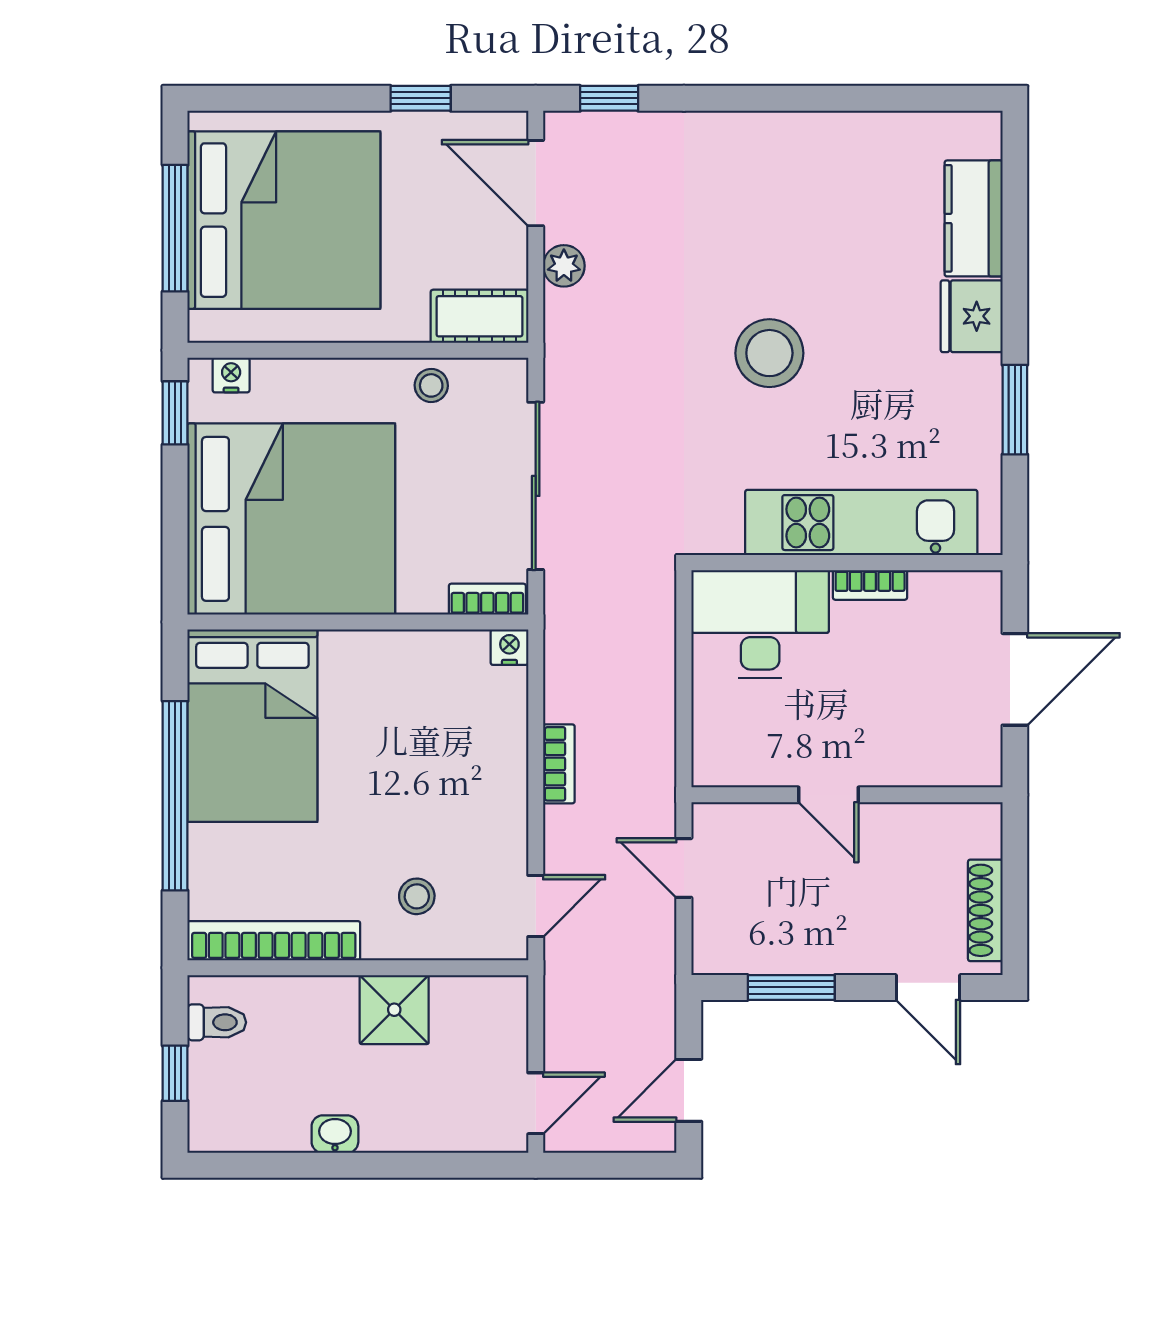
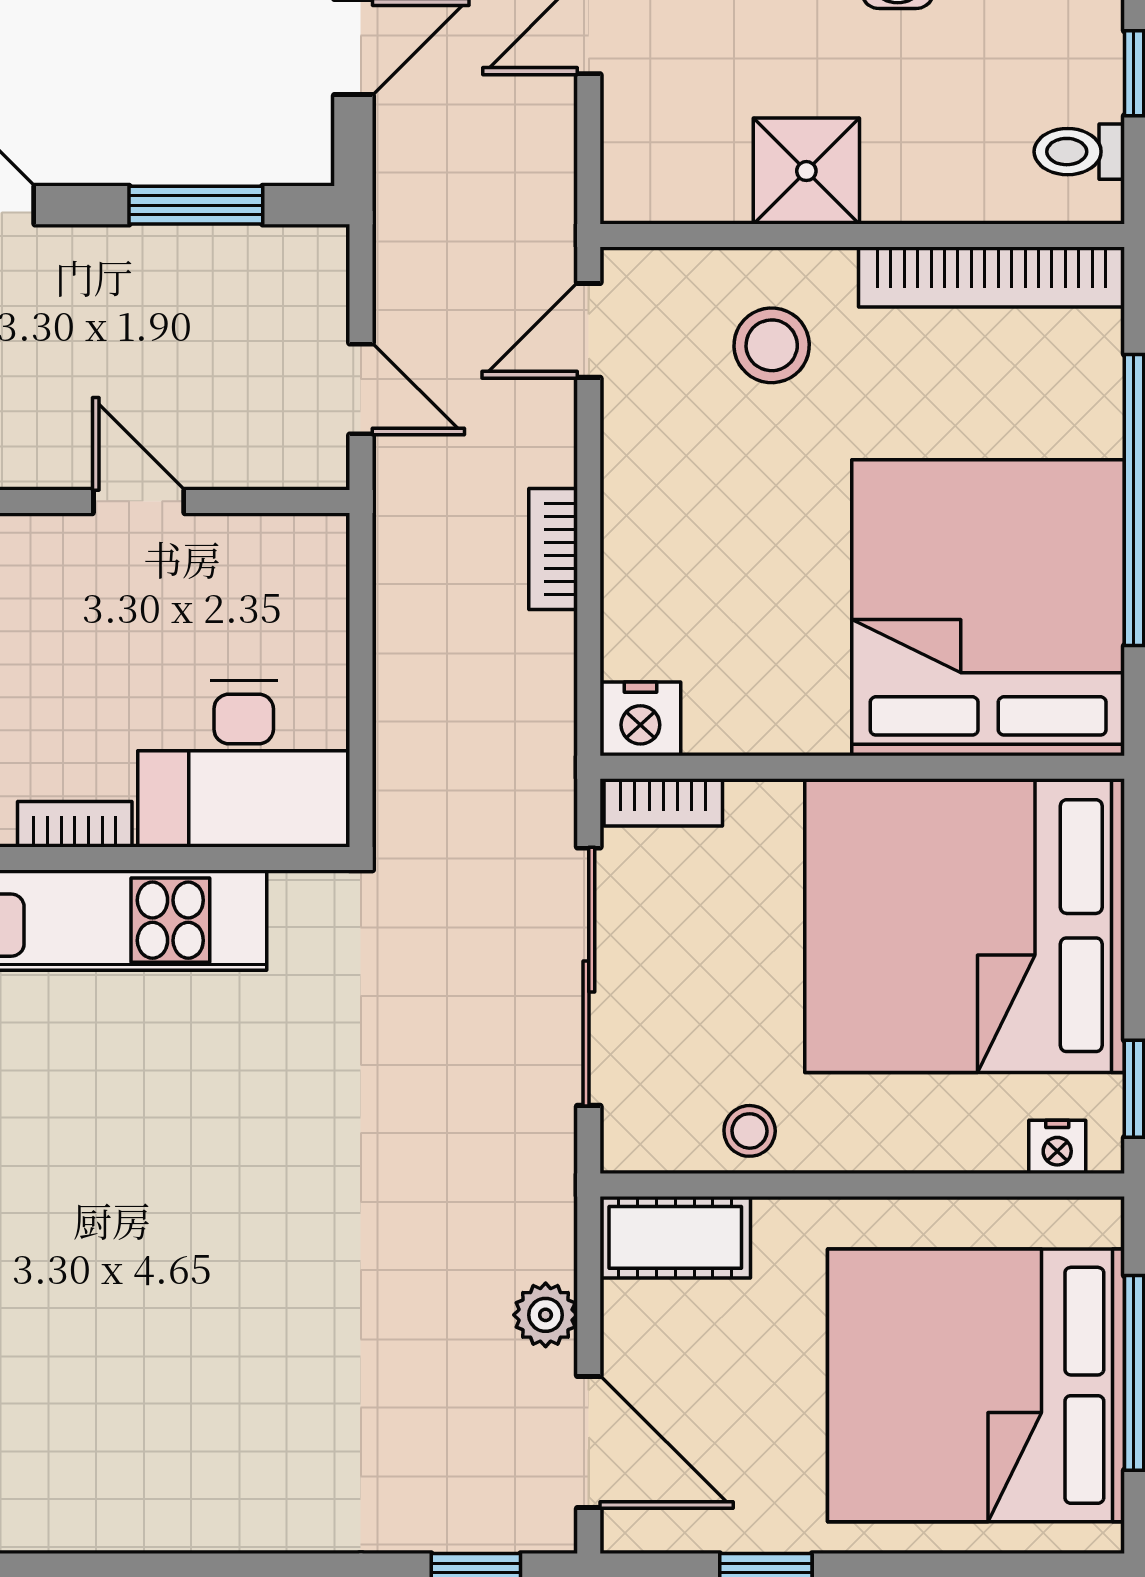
stool: (769, 353) -> (229, 1181), removed
nightstand: (509, 647) -> (640, 719), width x1.39, depth x1.35
bed: (252, 726) -> (988, 608), width x1.36
stool: (417, 896) -> (772, 345), width x1.37, depth x1.37

